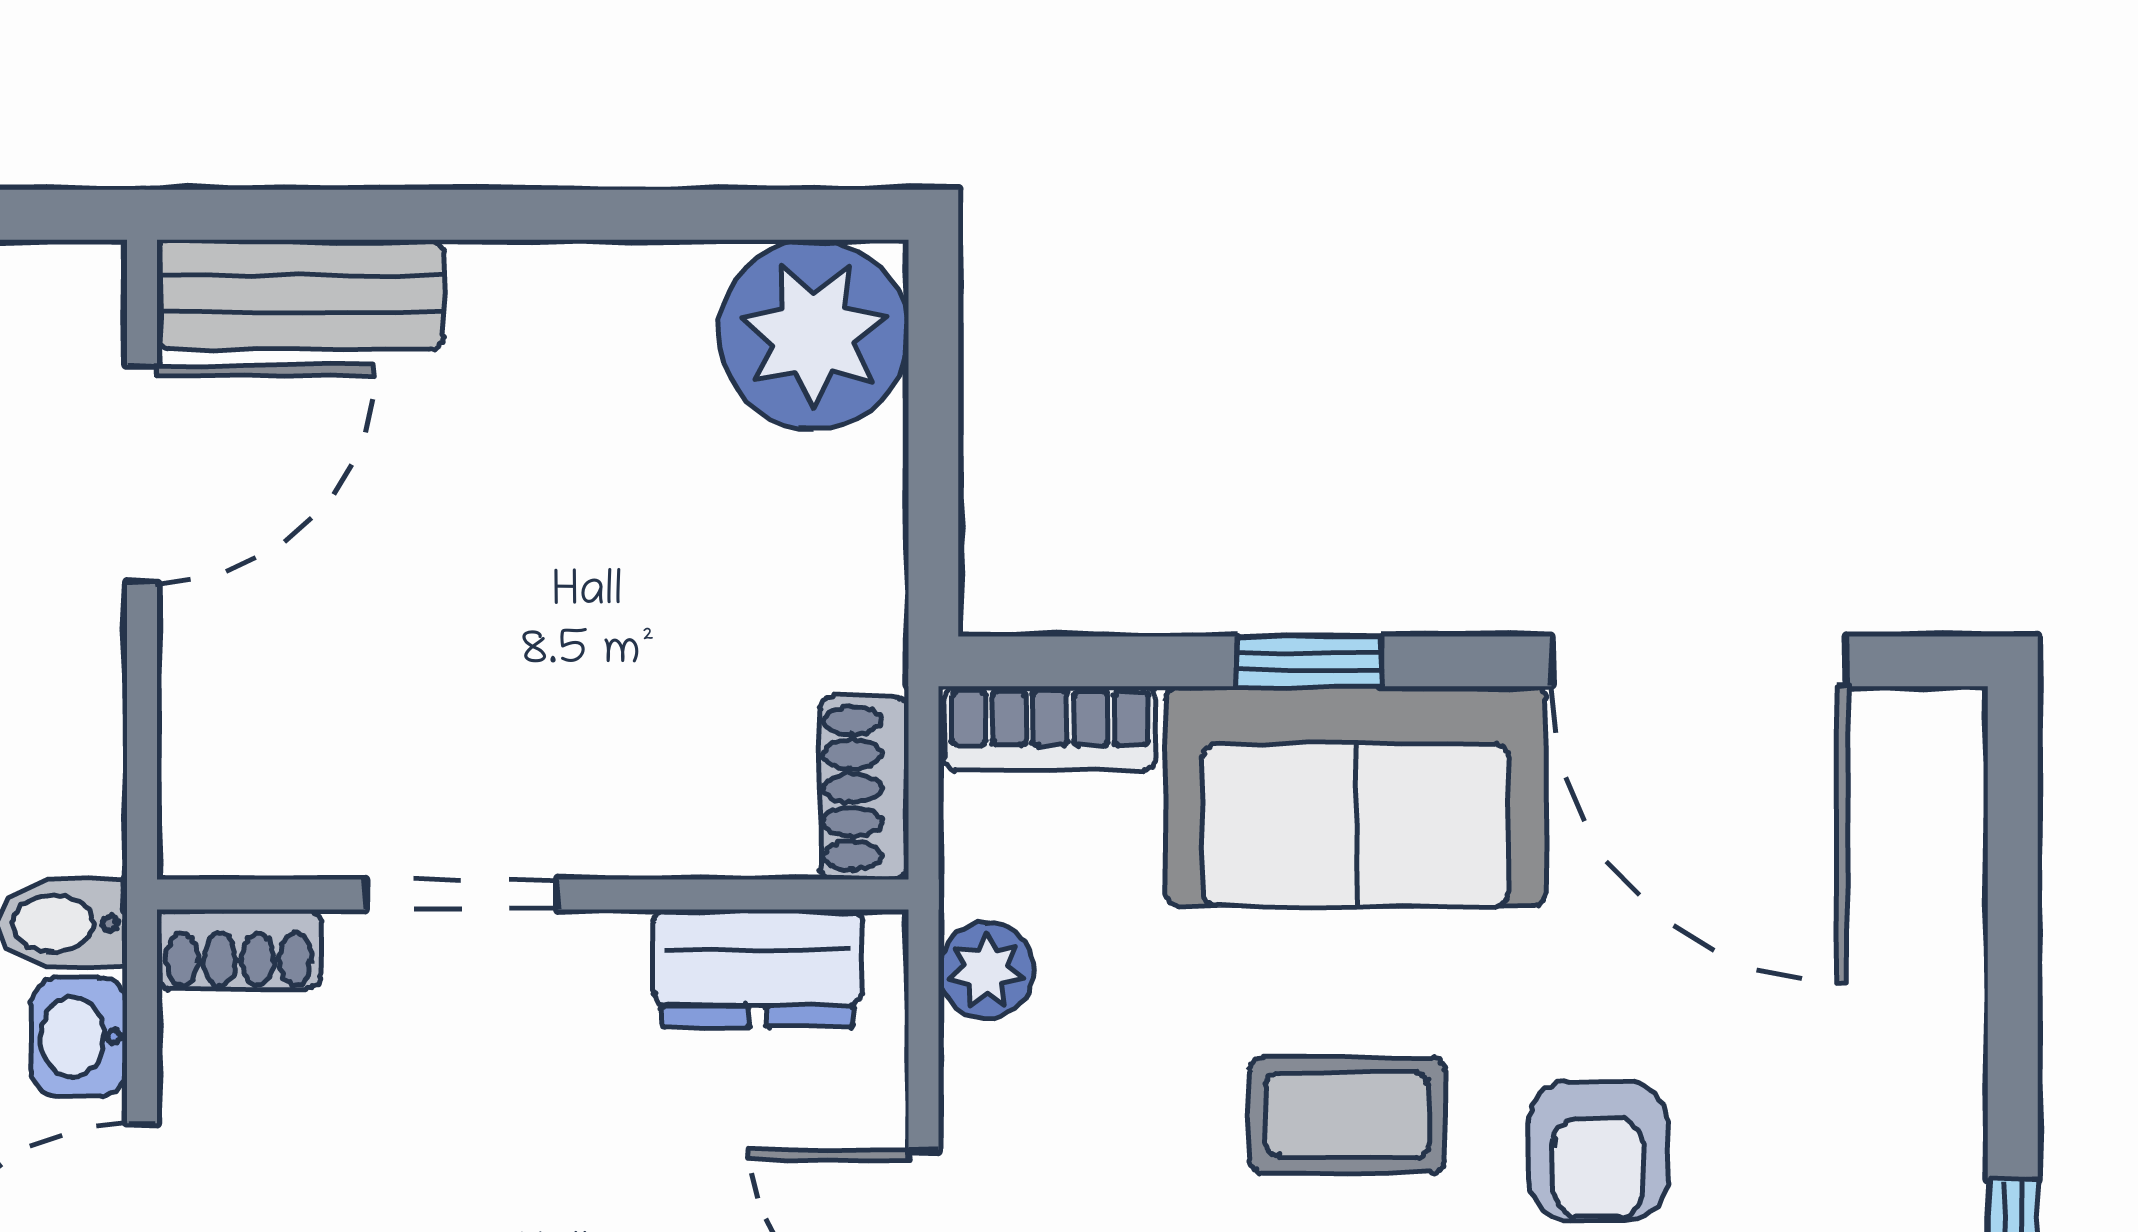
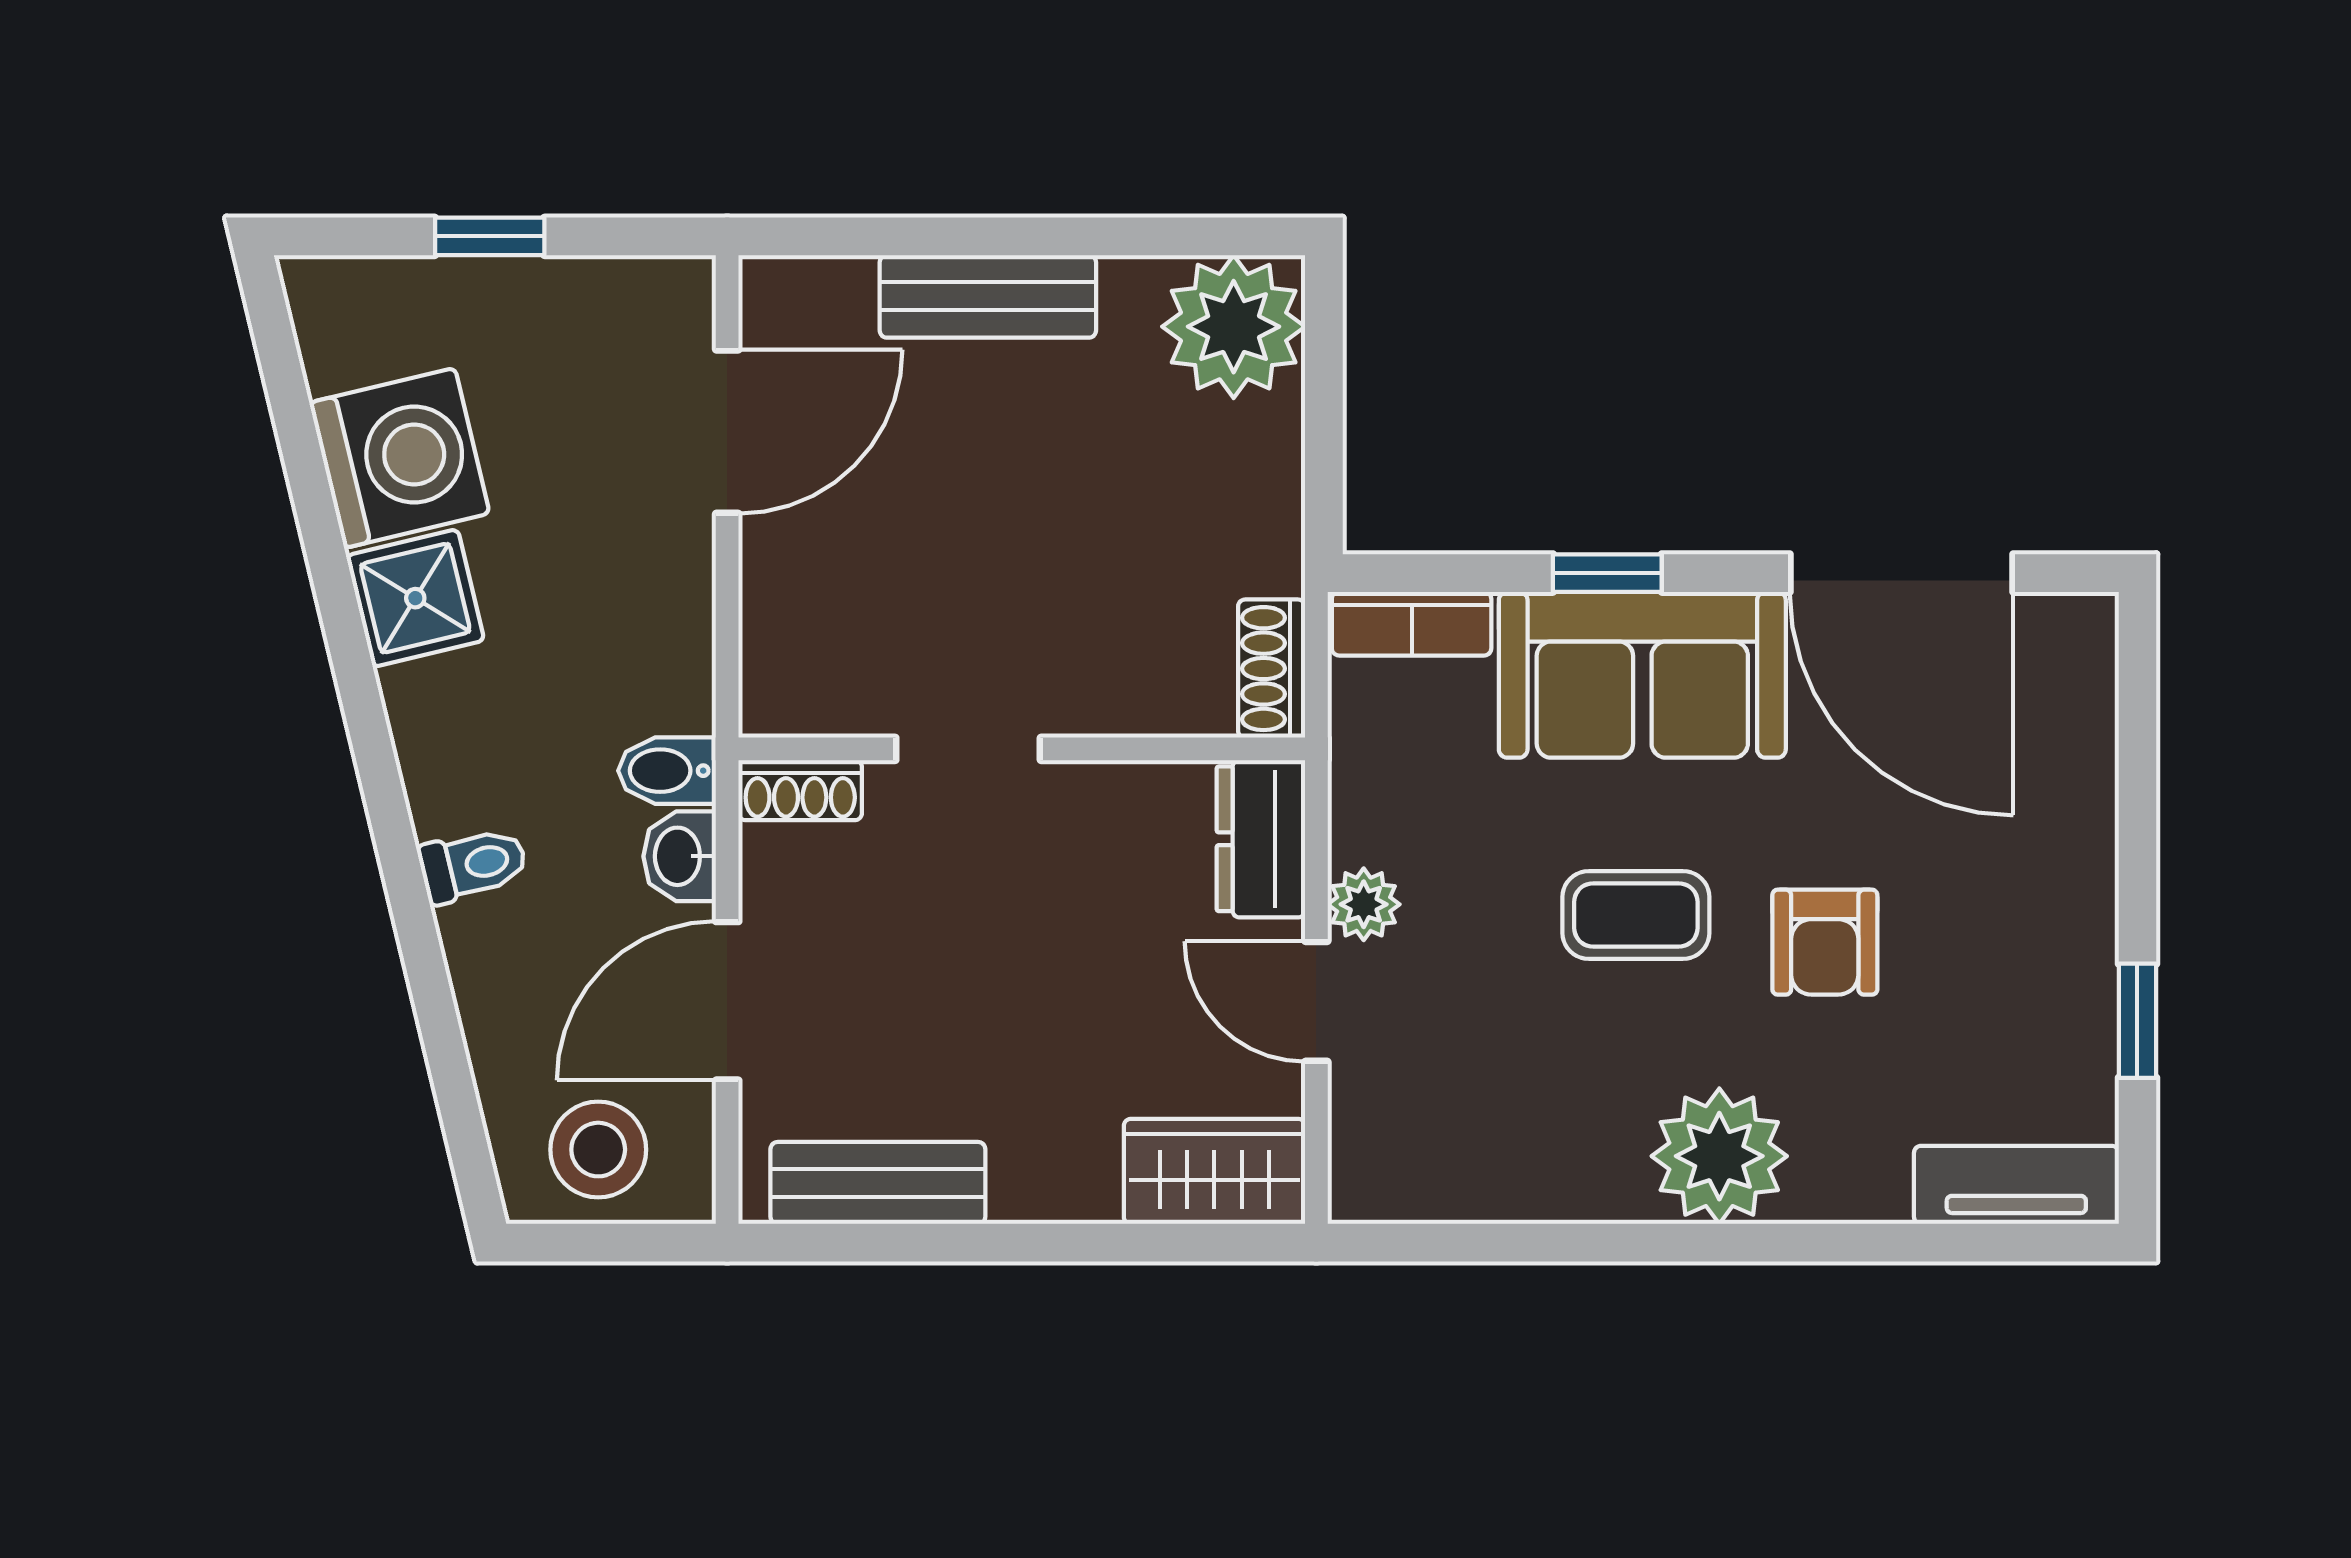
bench: (300, 294) -> (988, 296), moved
dresser: (758, 968) -> (1261, 839), moved, turned 90
plant: (986, 970) -> (1364, 904), moved

